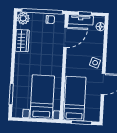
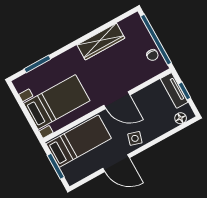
plant: (23, 18) -> (134, 23), removed
door: (66, 37) -> (117, 100), moved
wardrobe: (22, 41) -> (101, 42), width x1.50

